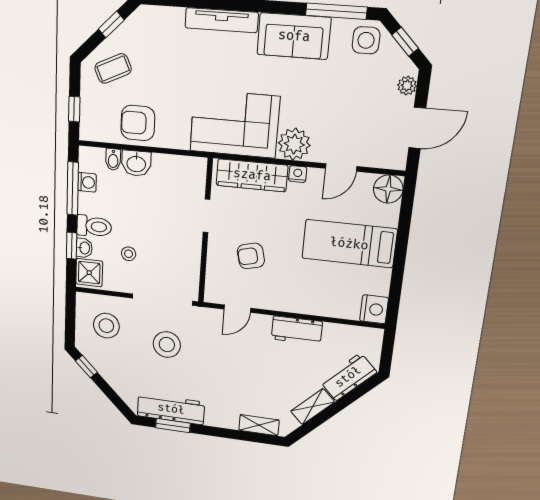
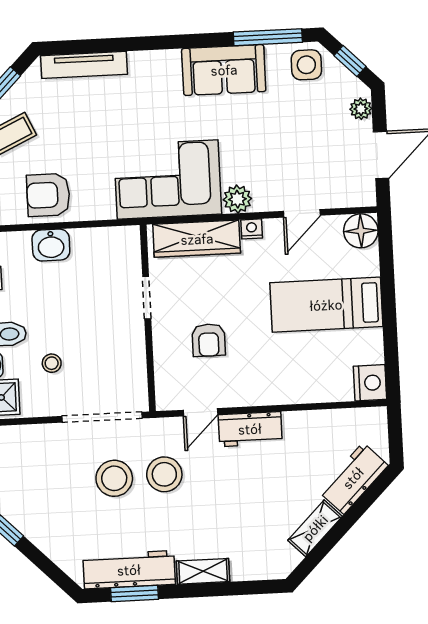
tv unit: (221, 20) -> (84, 65), moved
plant: (294, 144) -> (237, 199), width x0.73, depth x0.73
bidet: (113, 159) -> (21, 244), removed
armchair: (251, 256) -> (209, 340), turned -76
stool: (106, 326) -> (164, 474), moved
workbench: (297, 330) -> (250, 429), moved
shelving: (259, 425) -> (203, 571), moved

